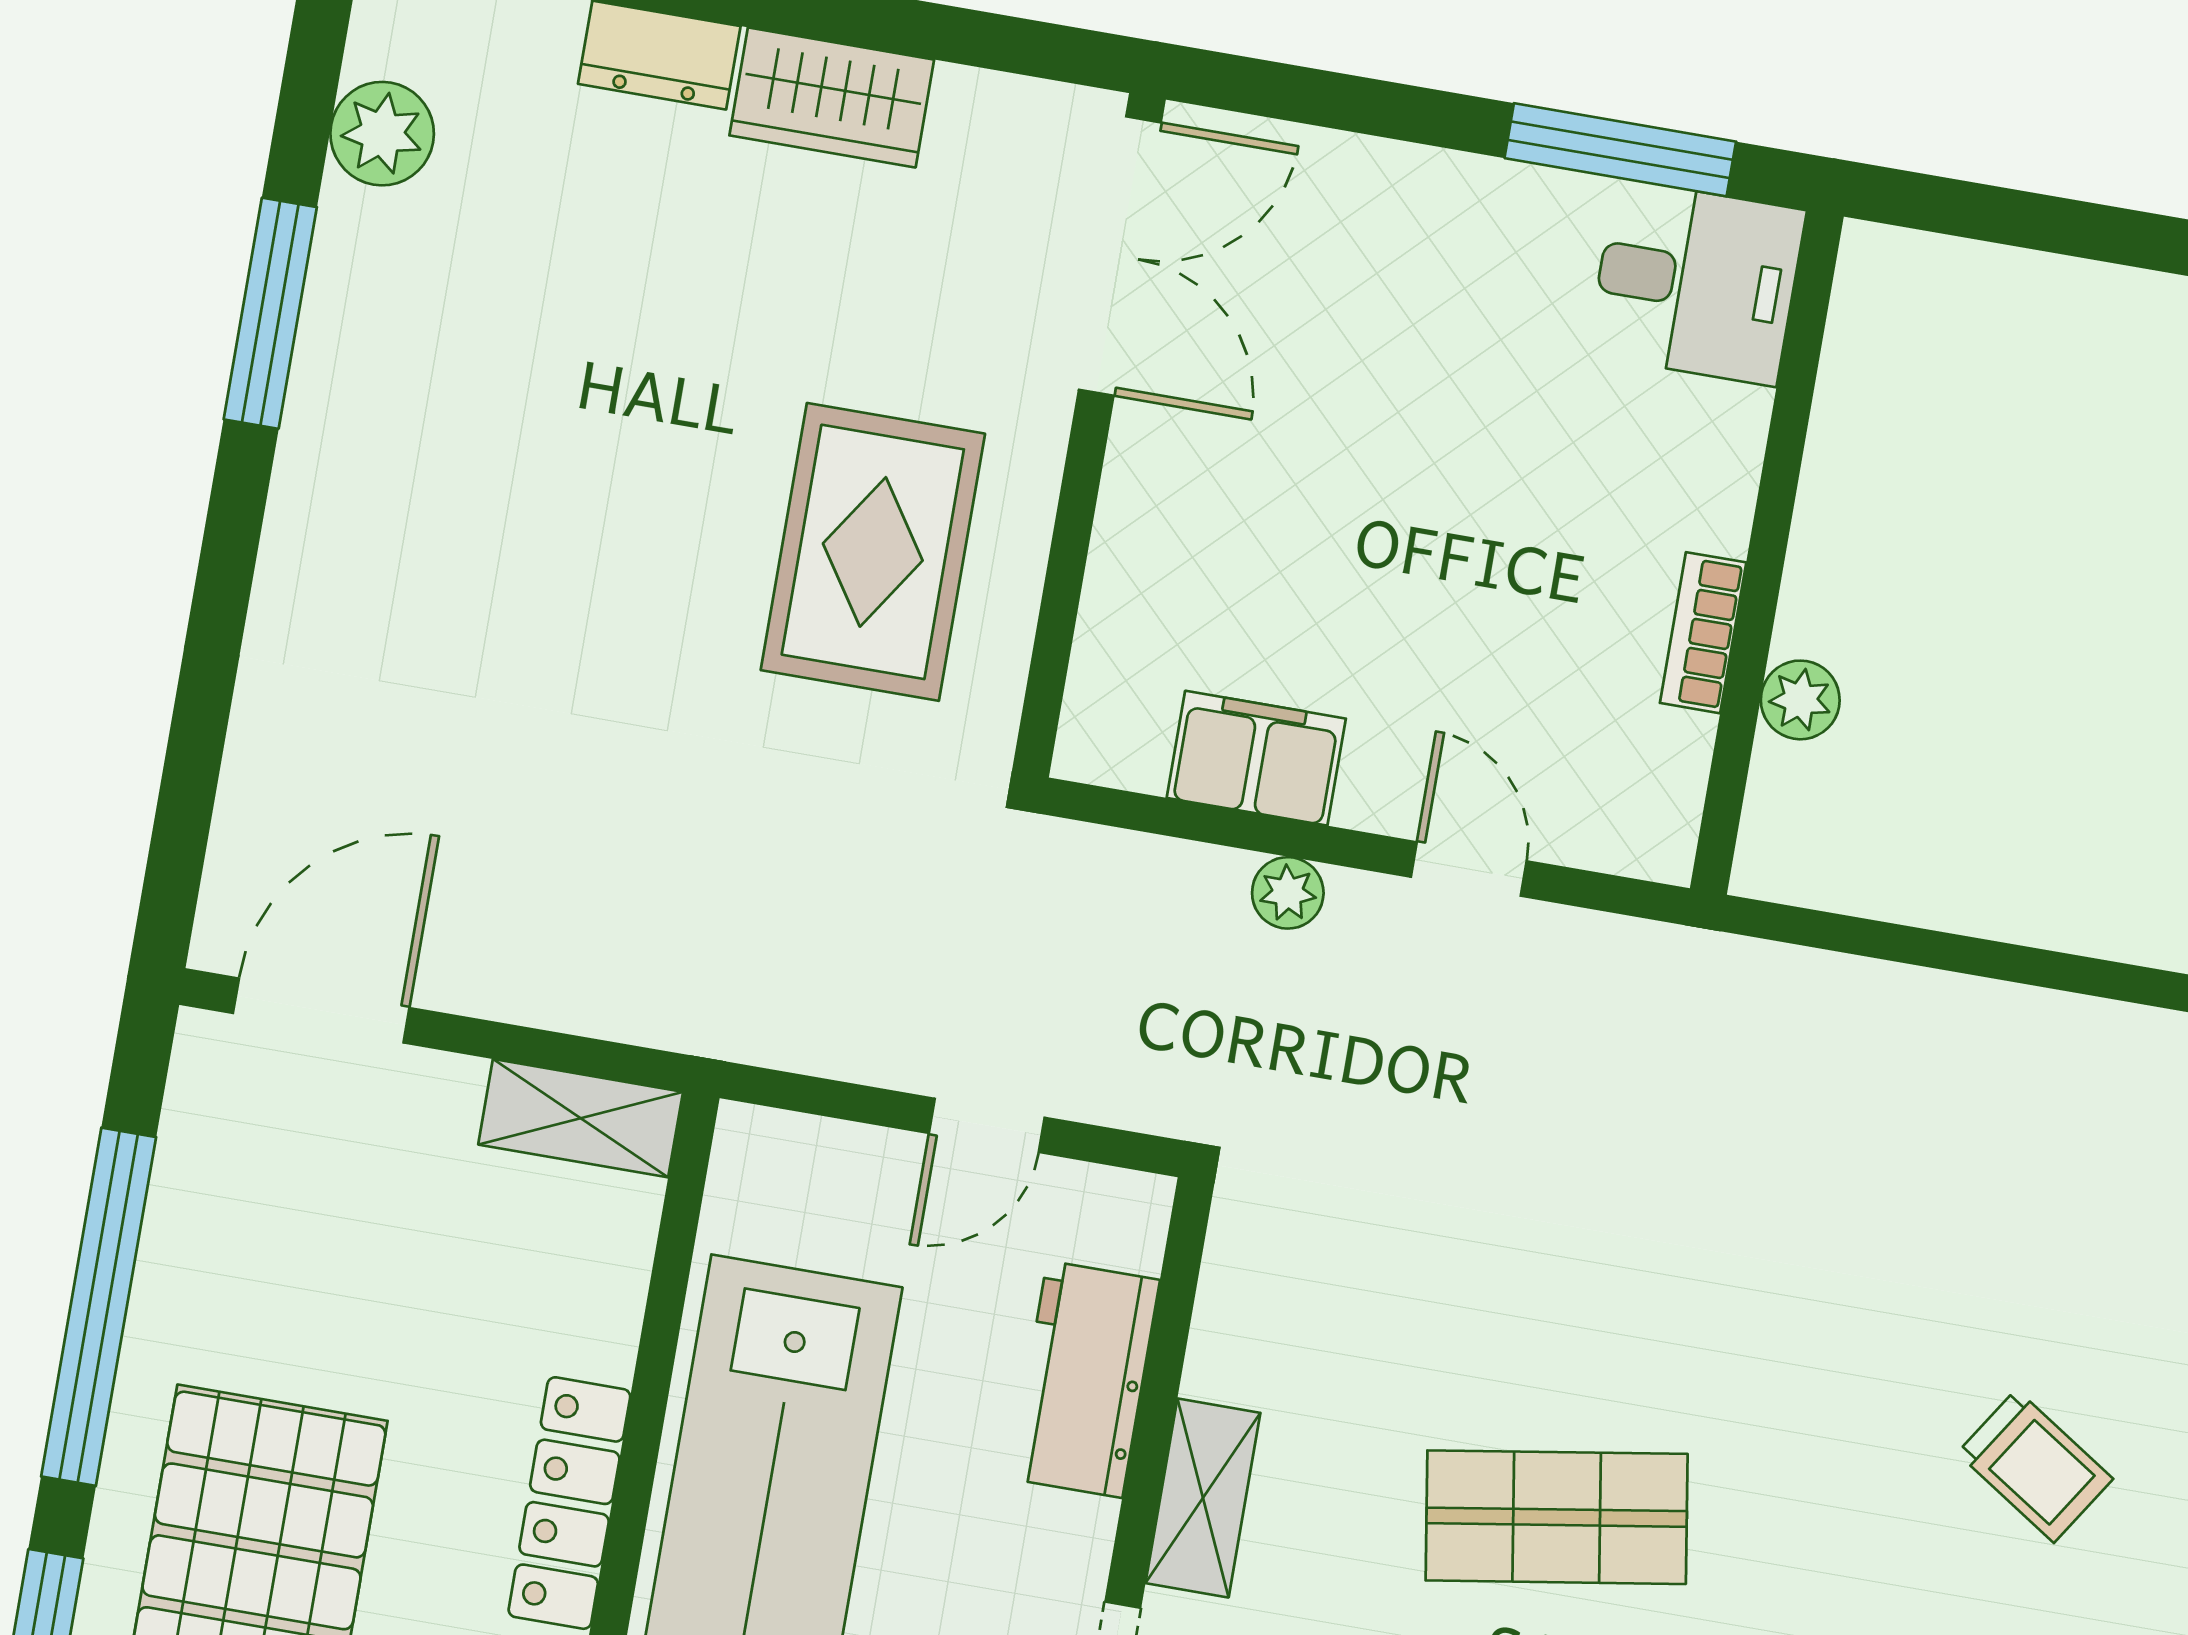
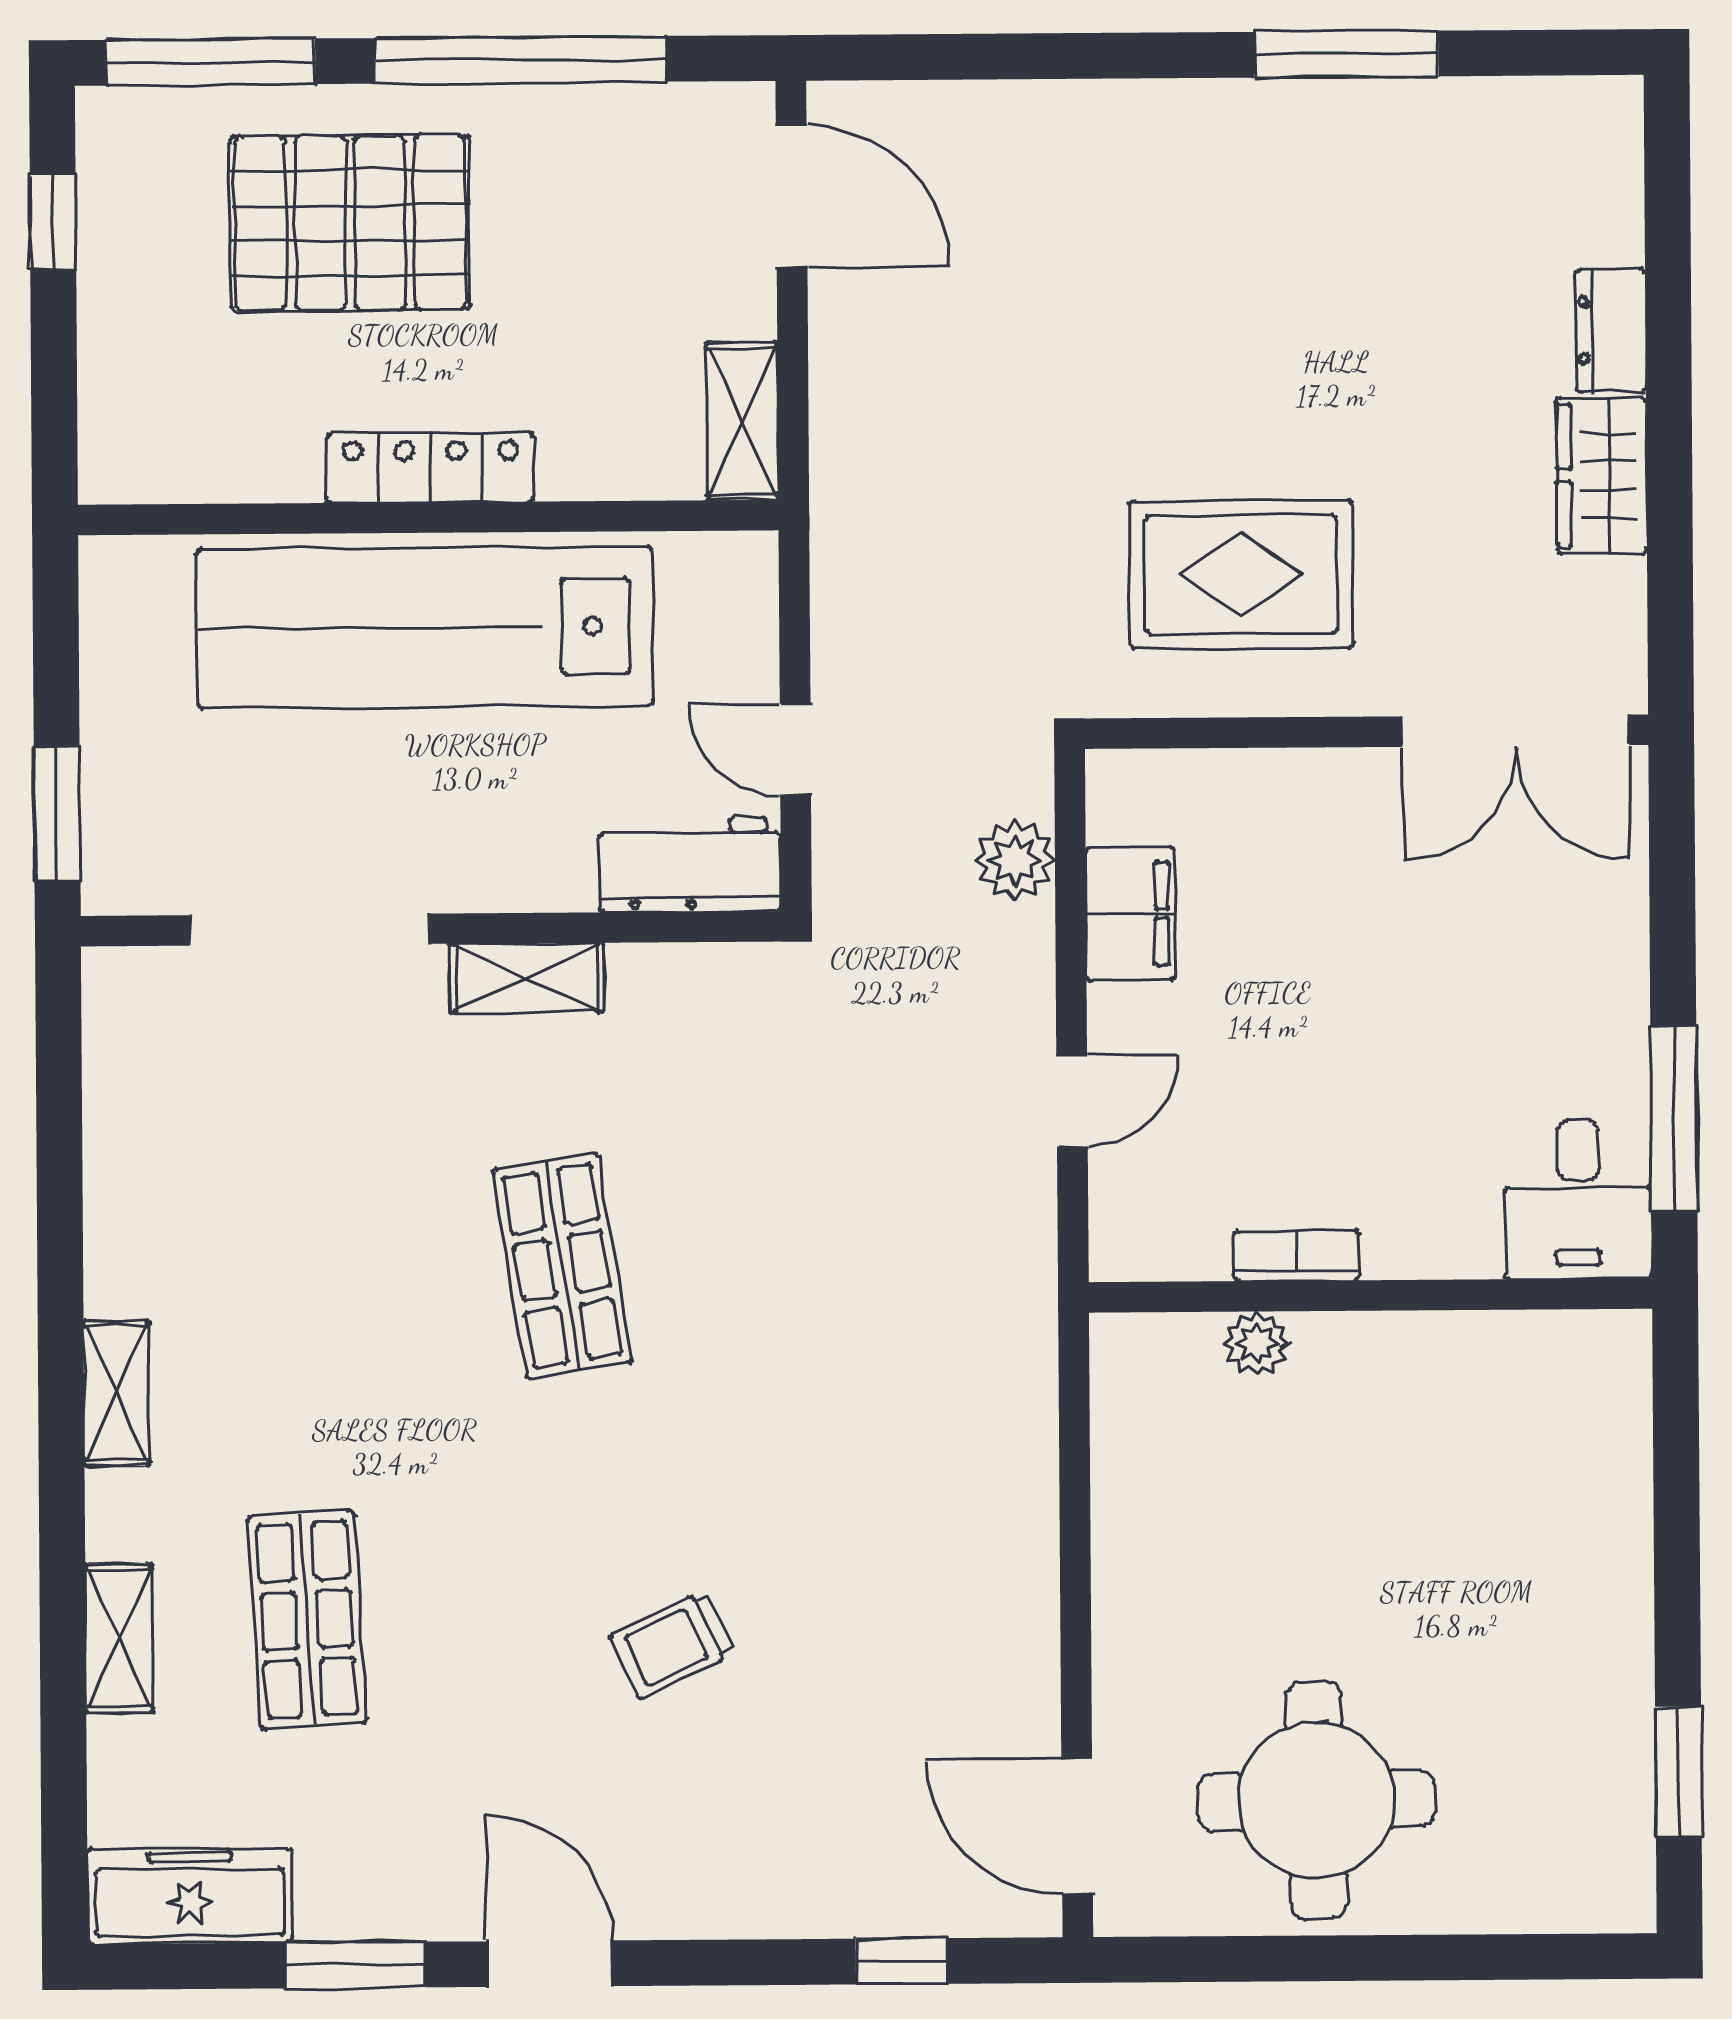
plant: (382, 134) -> (1507, 118), removed
plant: (1288, 893) -> (1015, 860), moved, width x1.38, depth x1.38
workbench: (1085, 1379) -> (690, 865), moved
trolley: (2035, 1466) -> (673, 1644), turned 32

